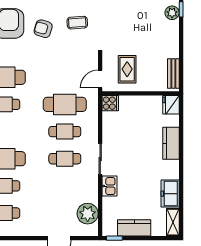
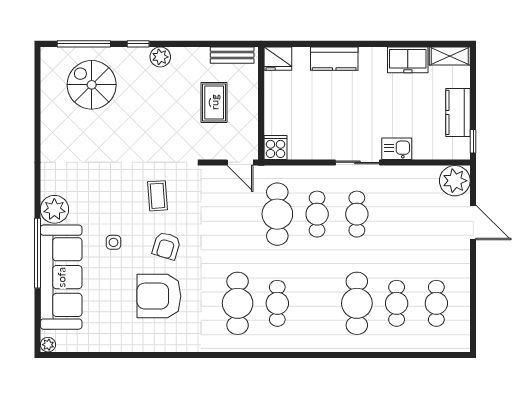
plant: (172, 13) -> (160, 57), moved
rug: (127, 69) -> (214, 102), moved, turned 90
plant: (88, 214) -> (455, 181), moved

